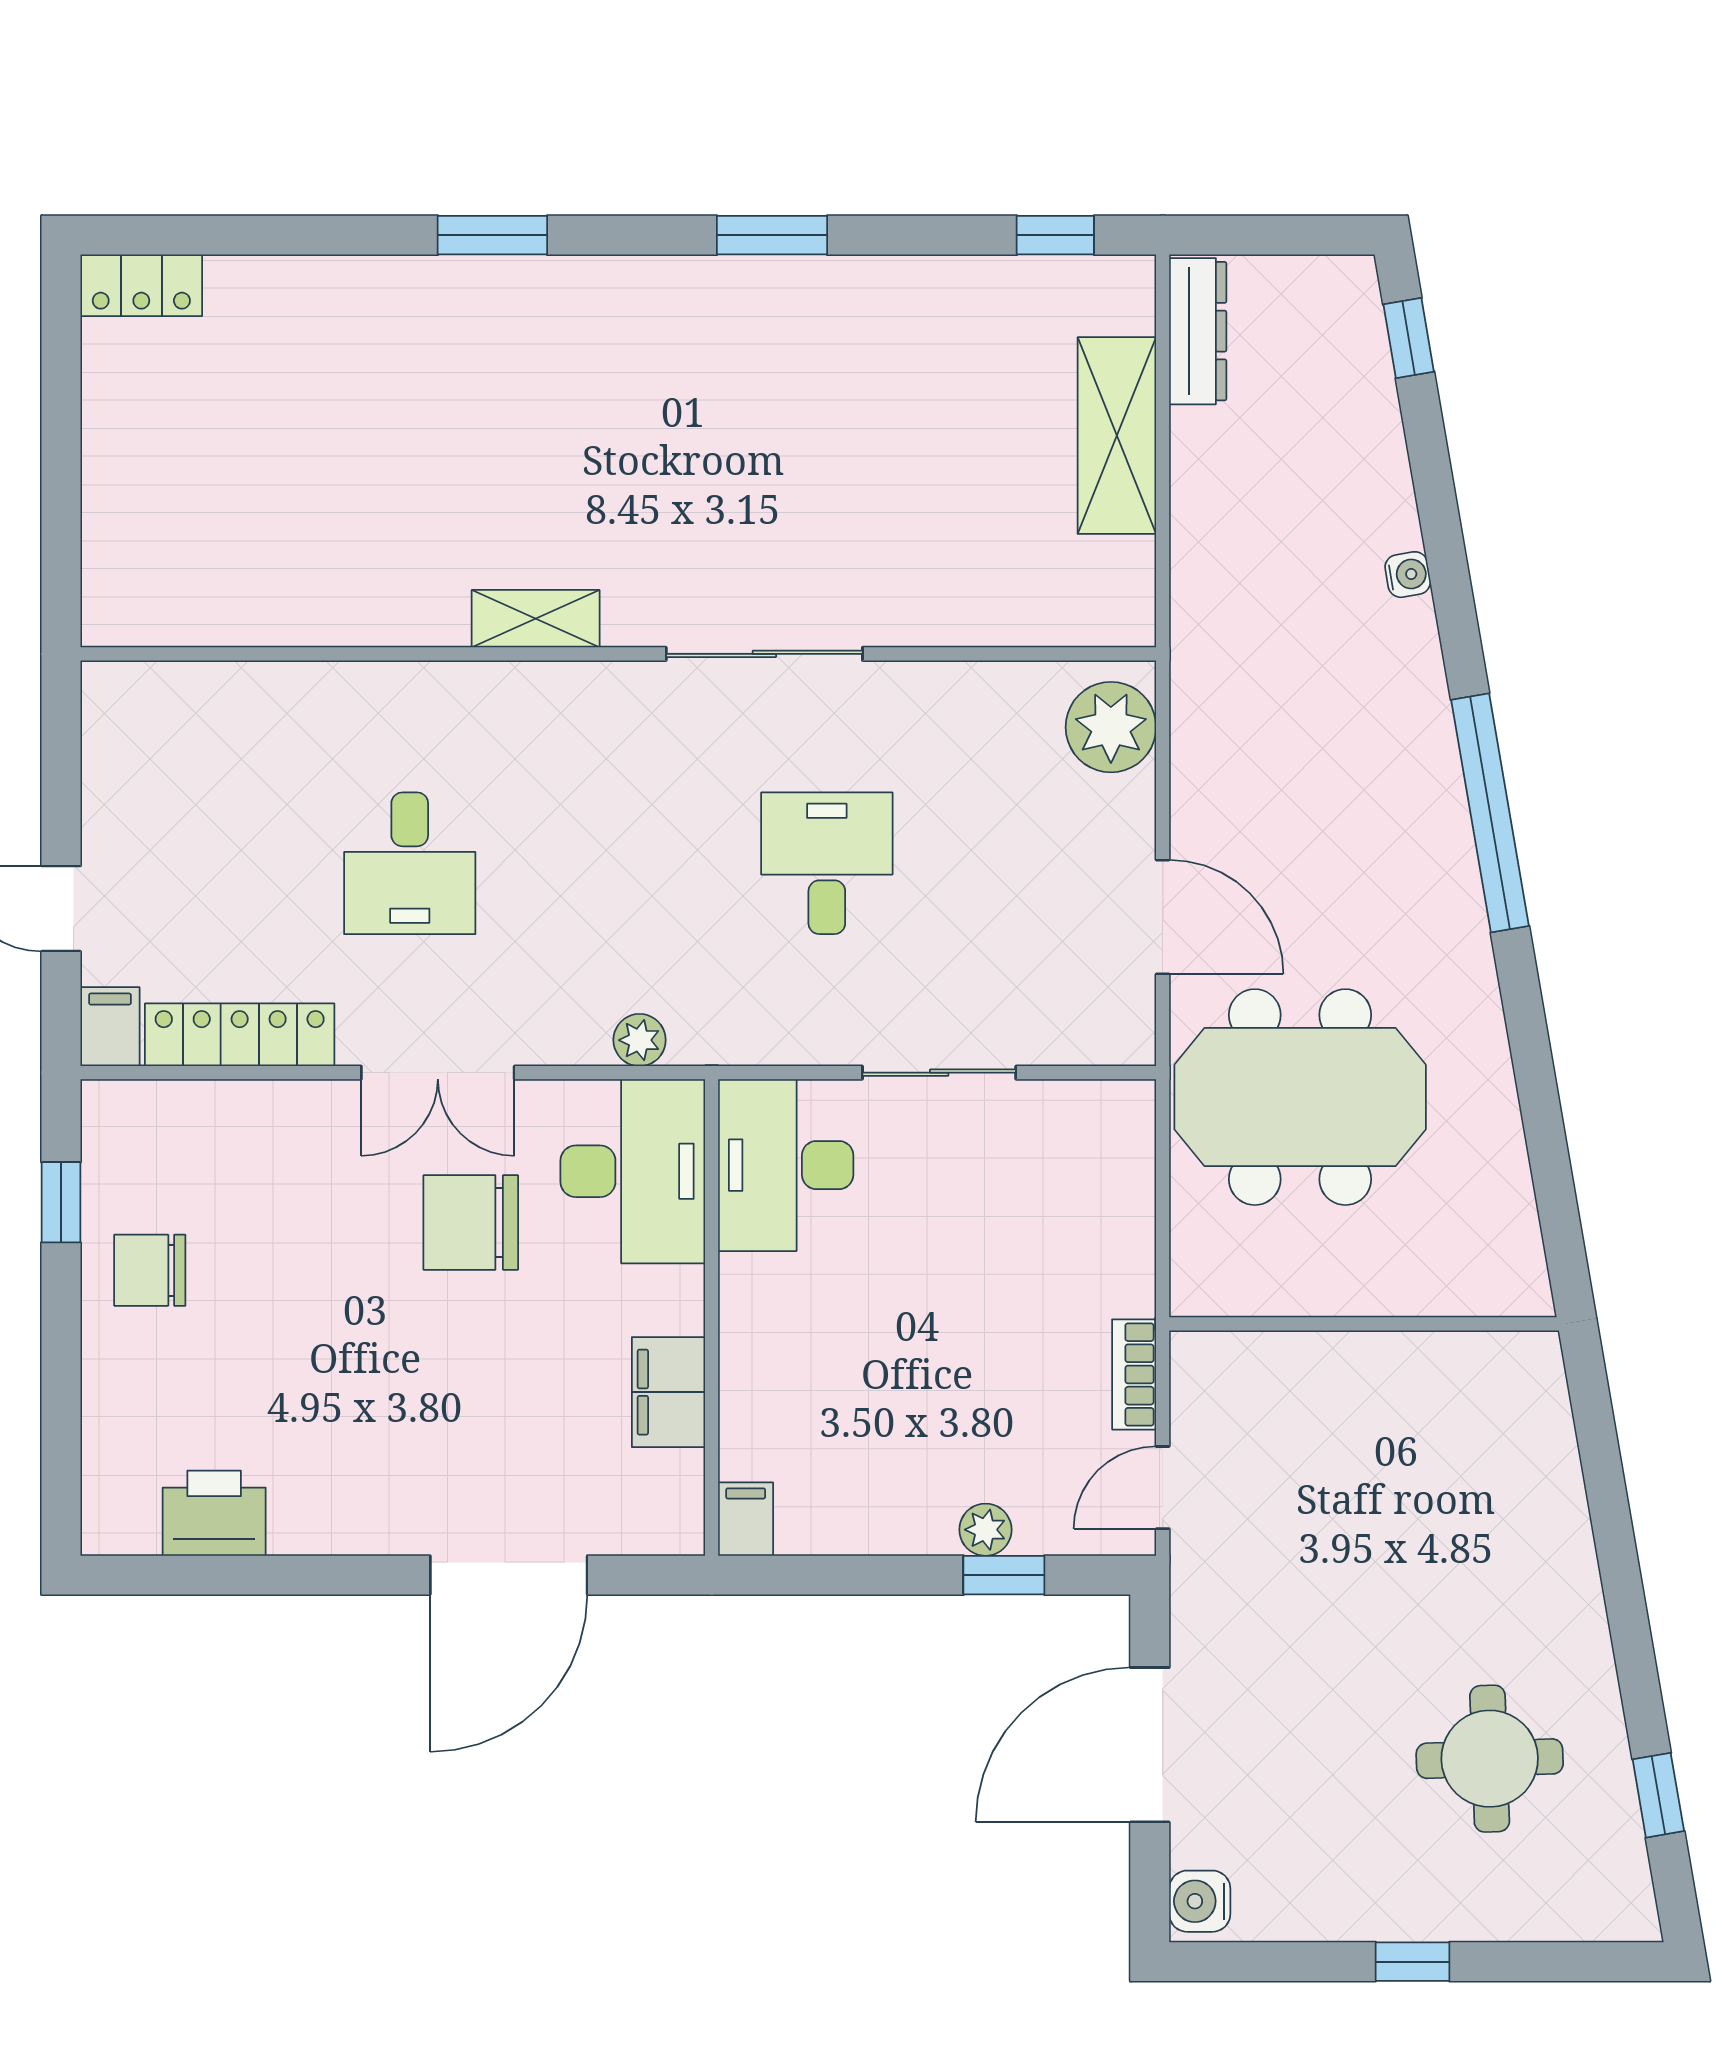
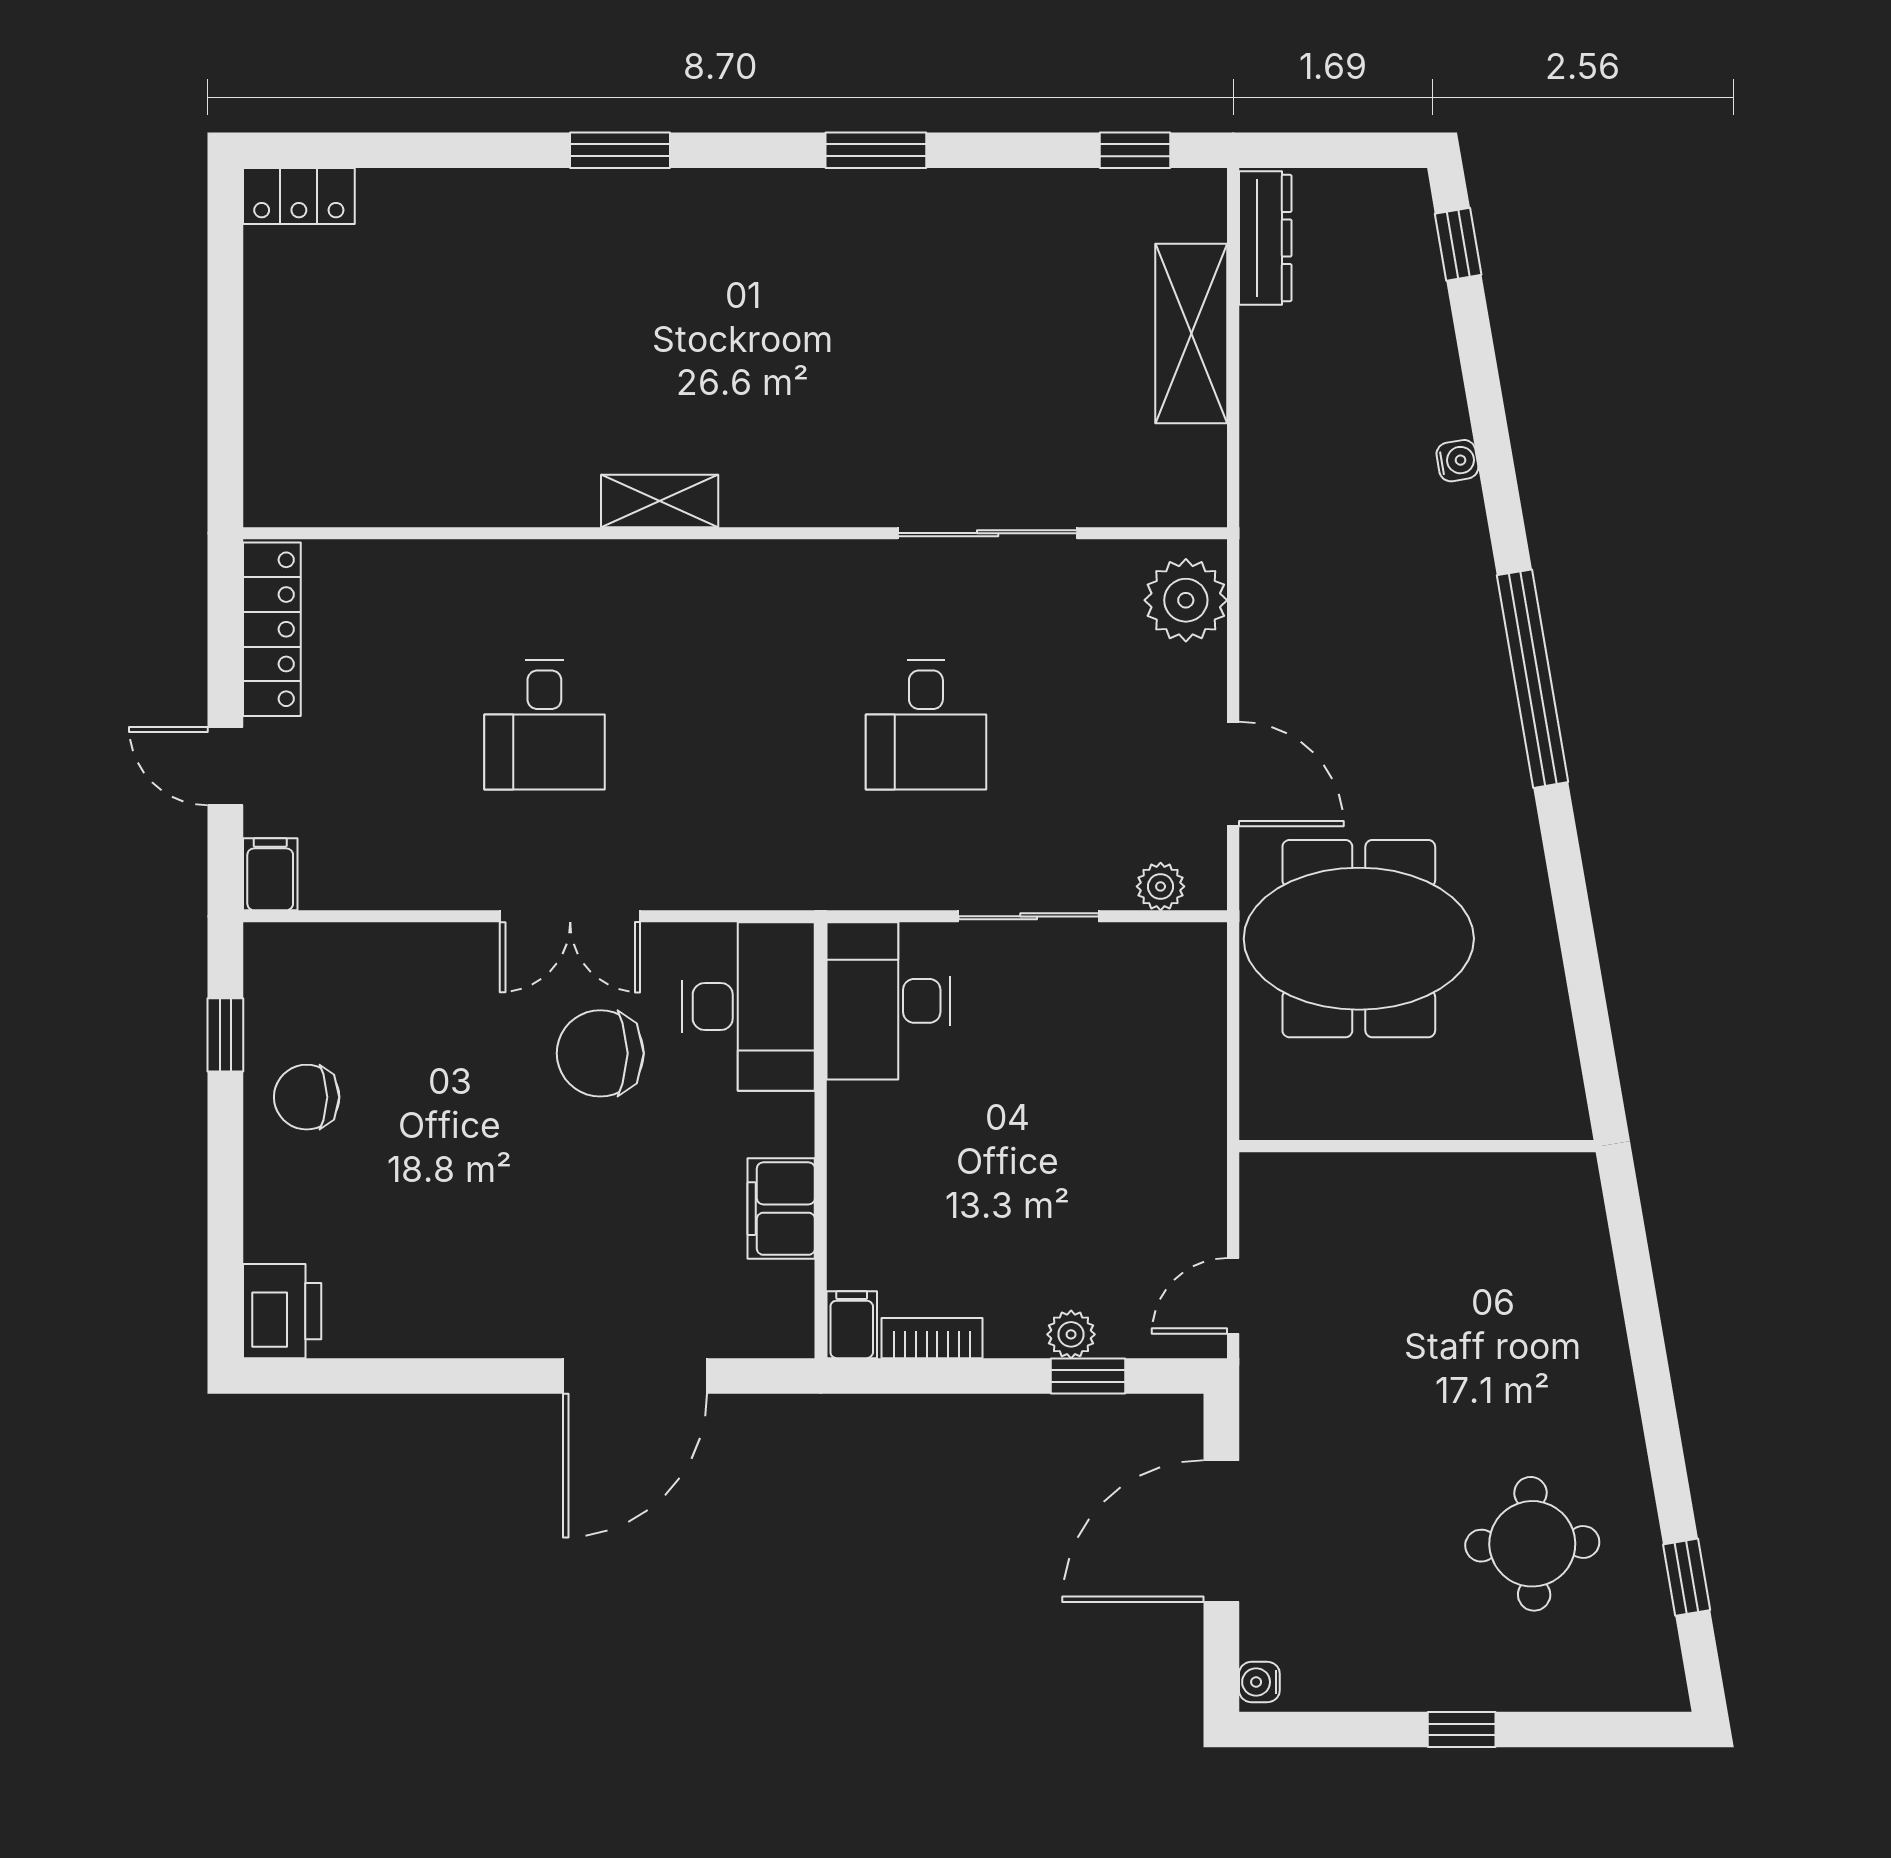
sliding door: (764, 654) -> (988, 533), moved
desk: (827, 863) -> (926, 725), turned 180
locker: (240, 1035) -> (272, 629), moved, turned 90
plant: (640, 1040) -> (1161, 886), moved
bookcase: (1134, 1374) -> (932, 1338), moved, turned 90
printer: (214, 1513) -> (282, 1311), moved, turned 90
water cooler: (1200, 1901) -> (1259, 1682), width x0.72, depth x0.72

